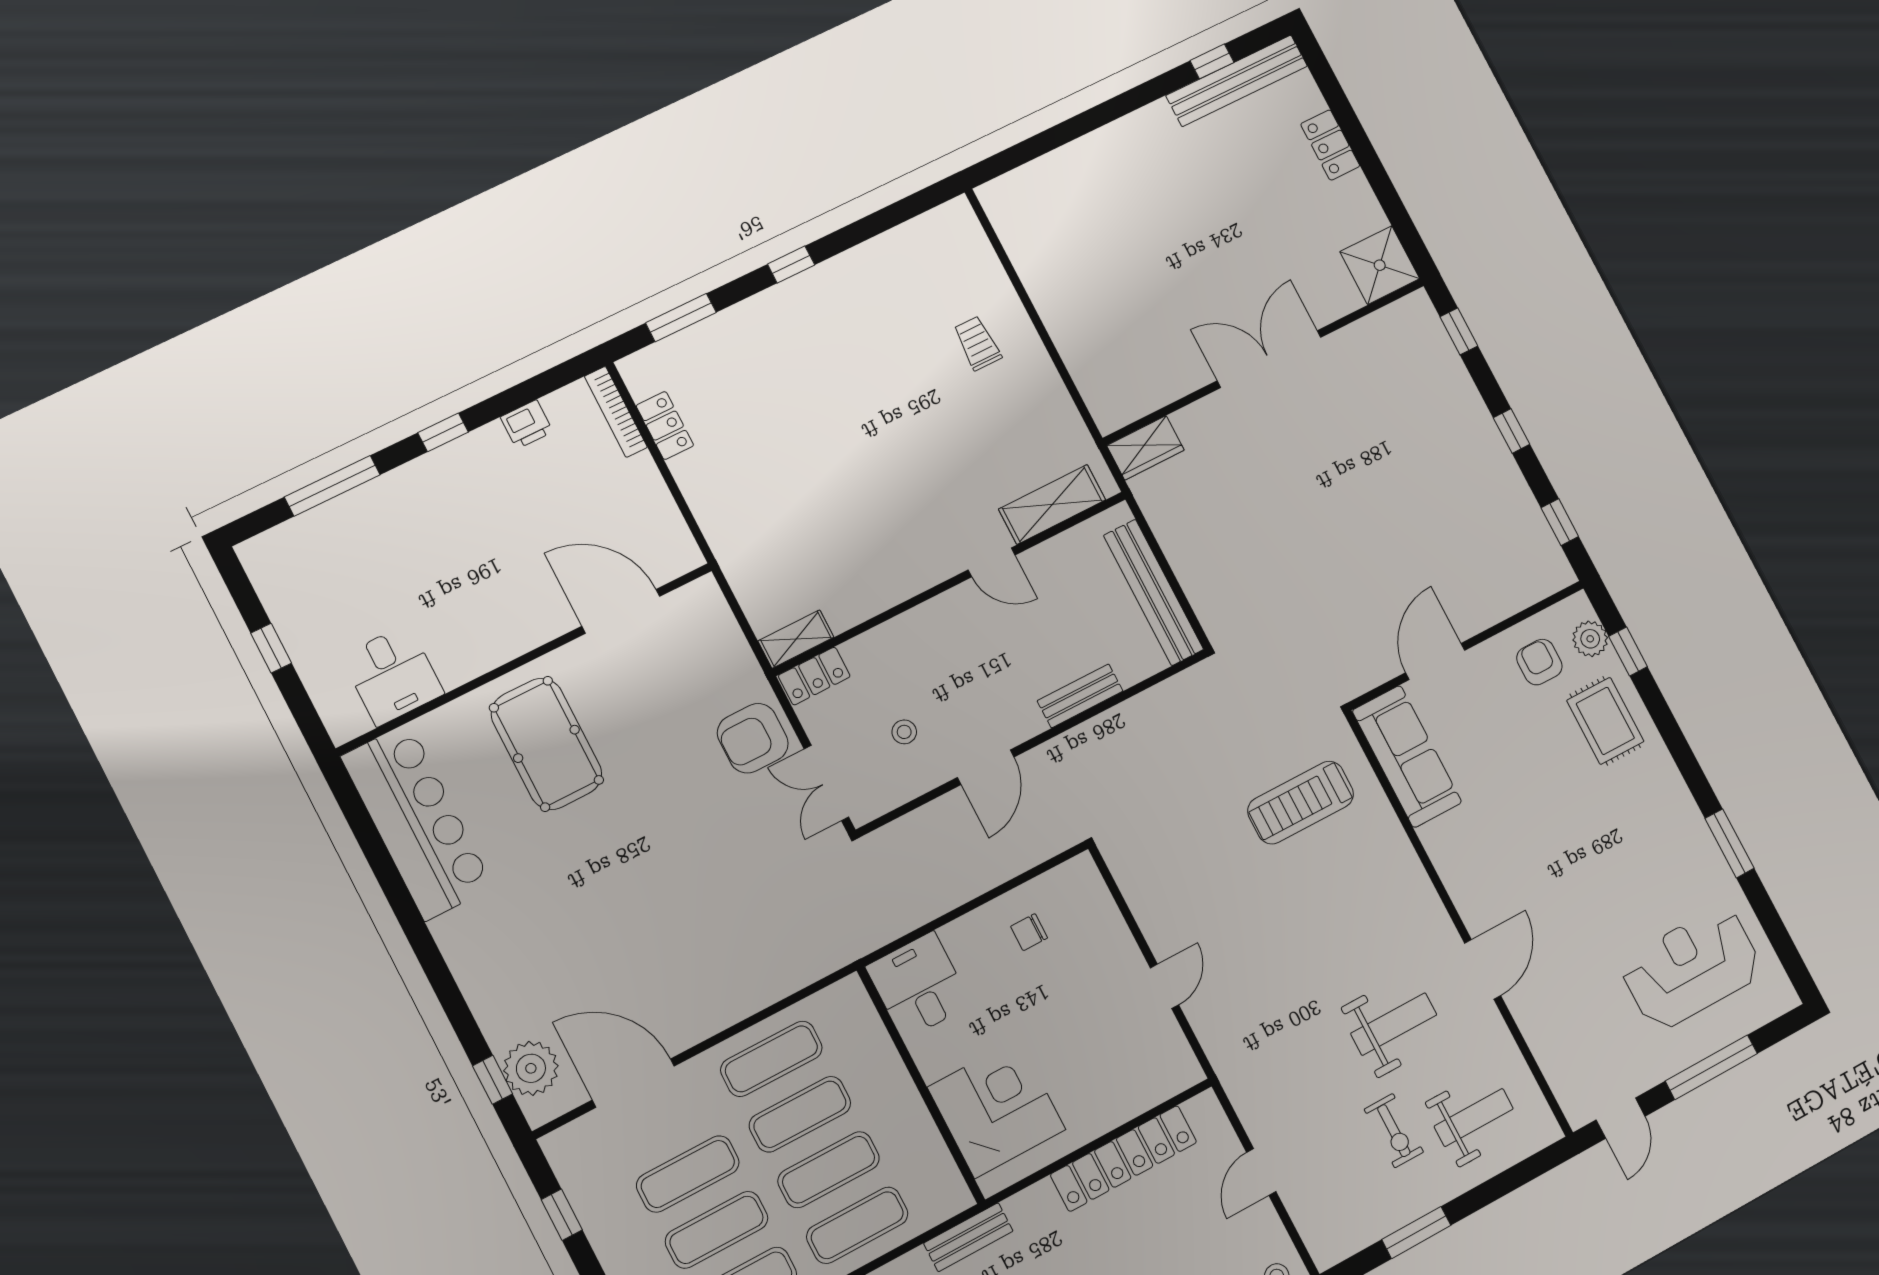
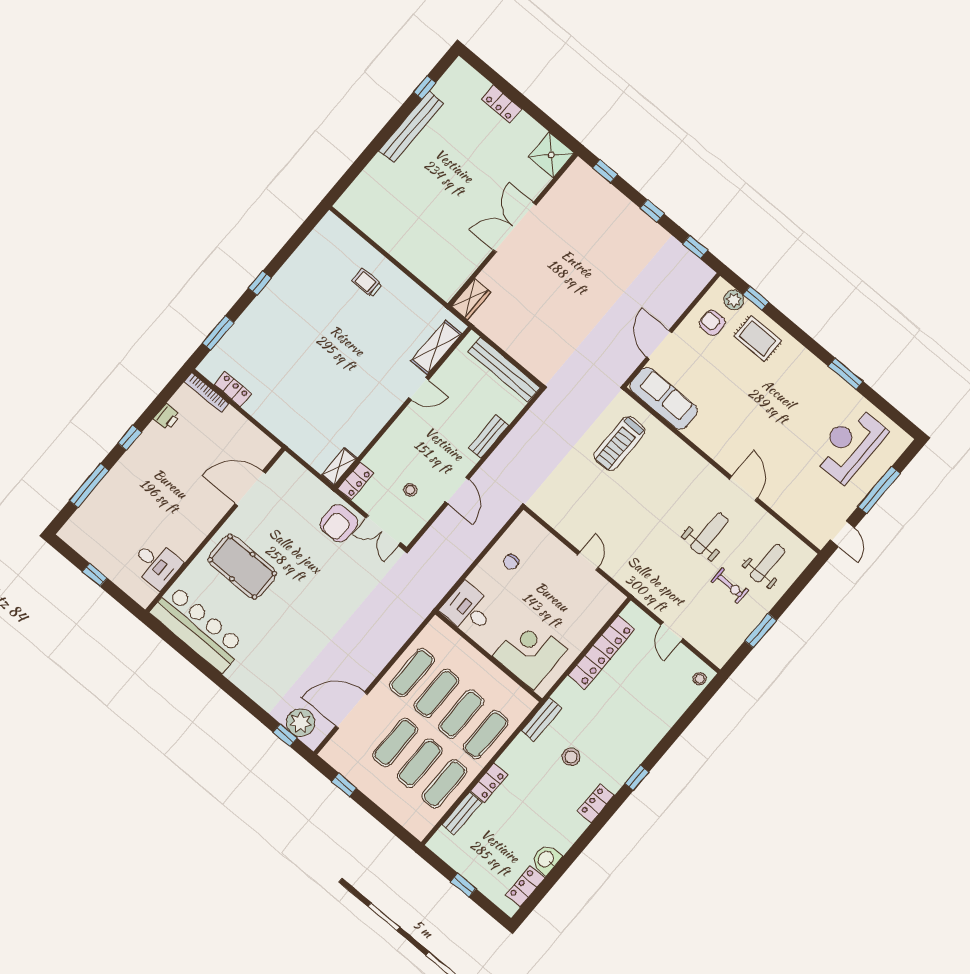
bench: (1237, 81) -> (411, 127), moved

